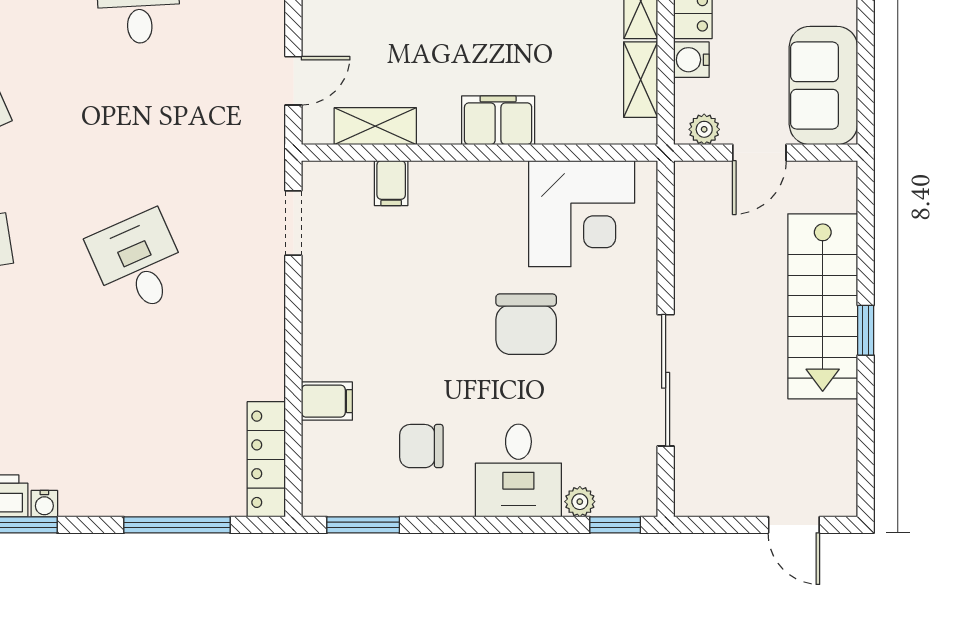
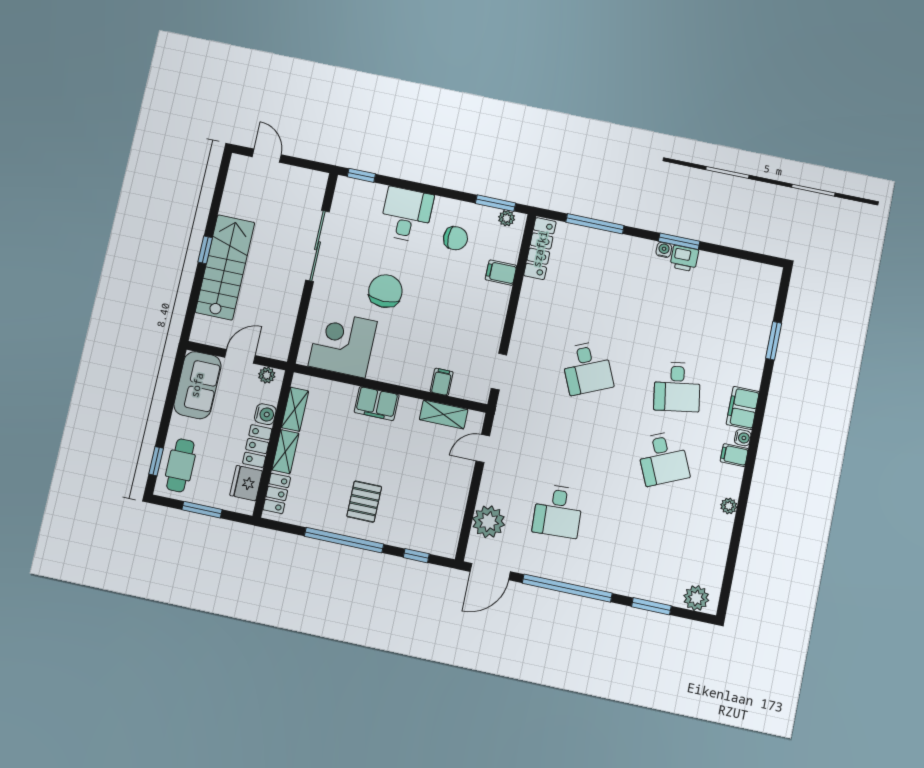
plant: (580, 502) -> (507, 218), moved

